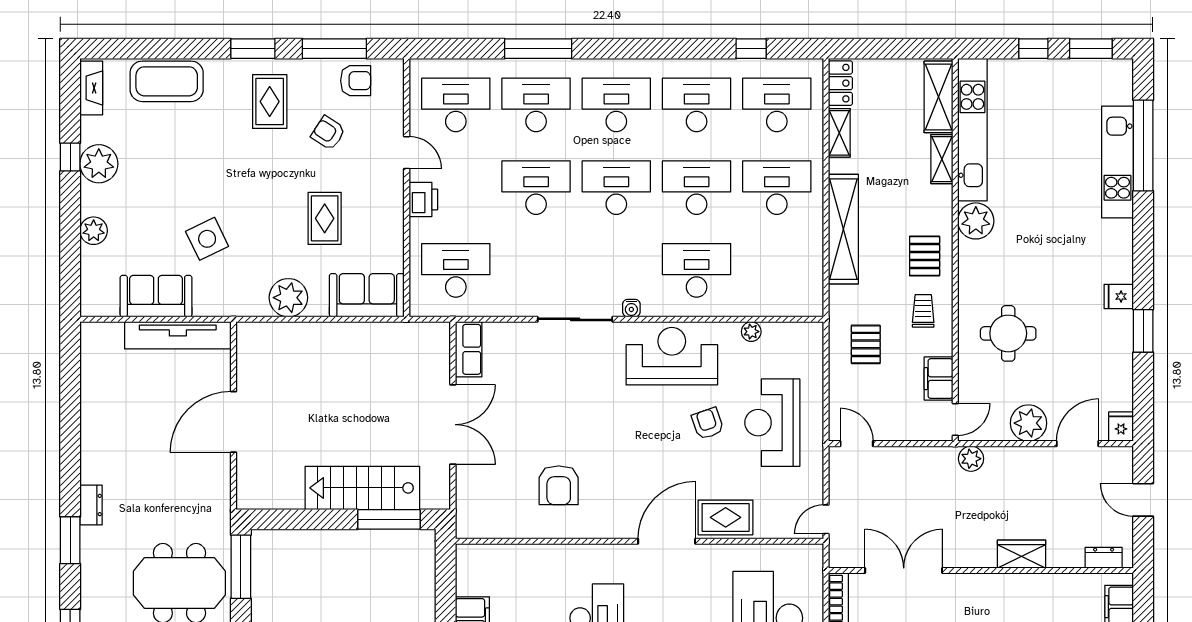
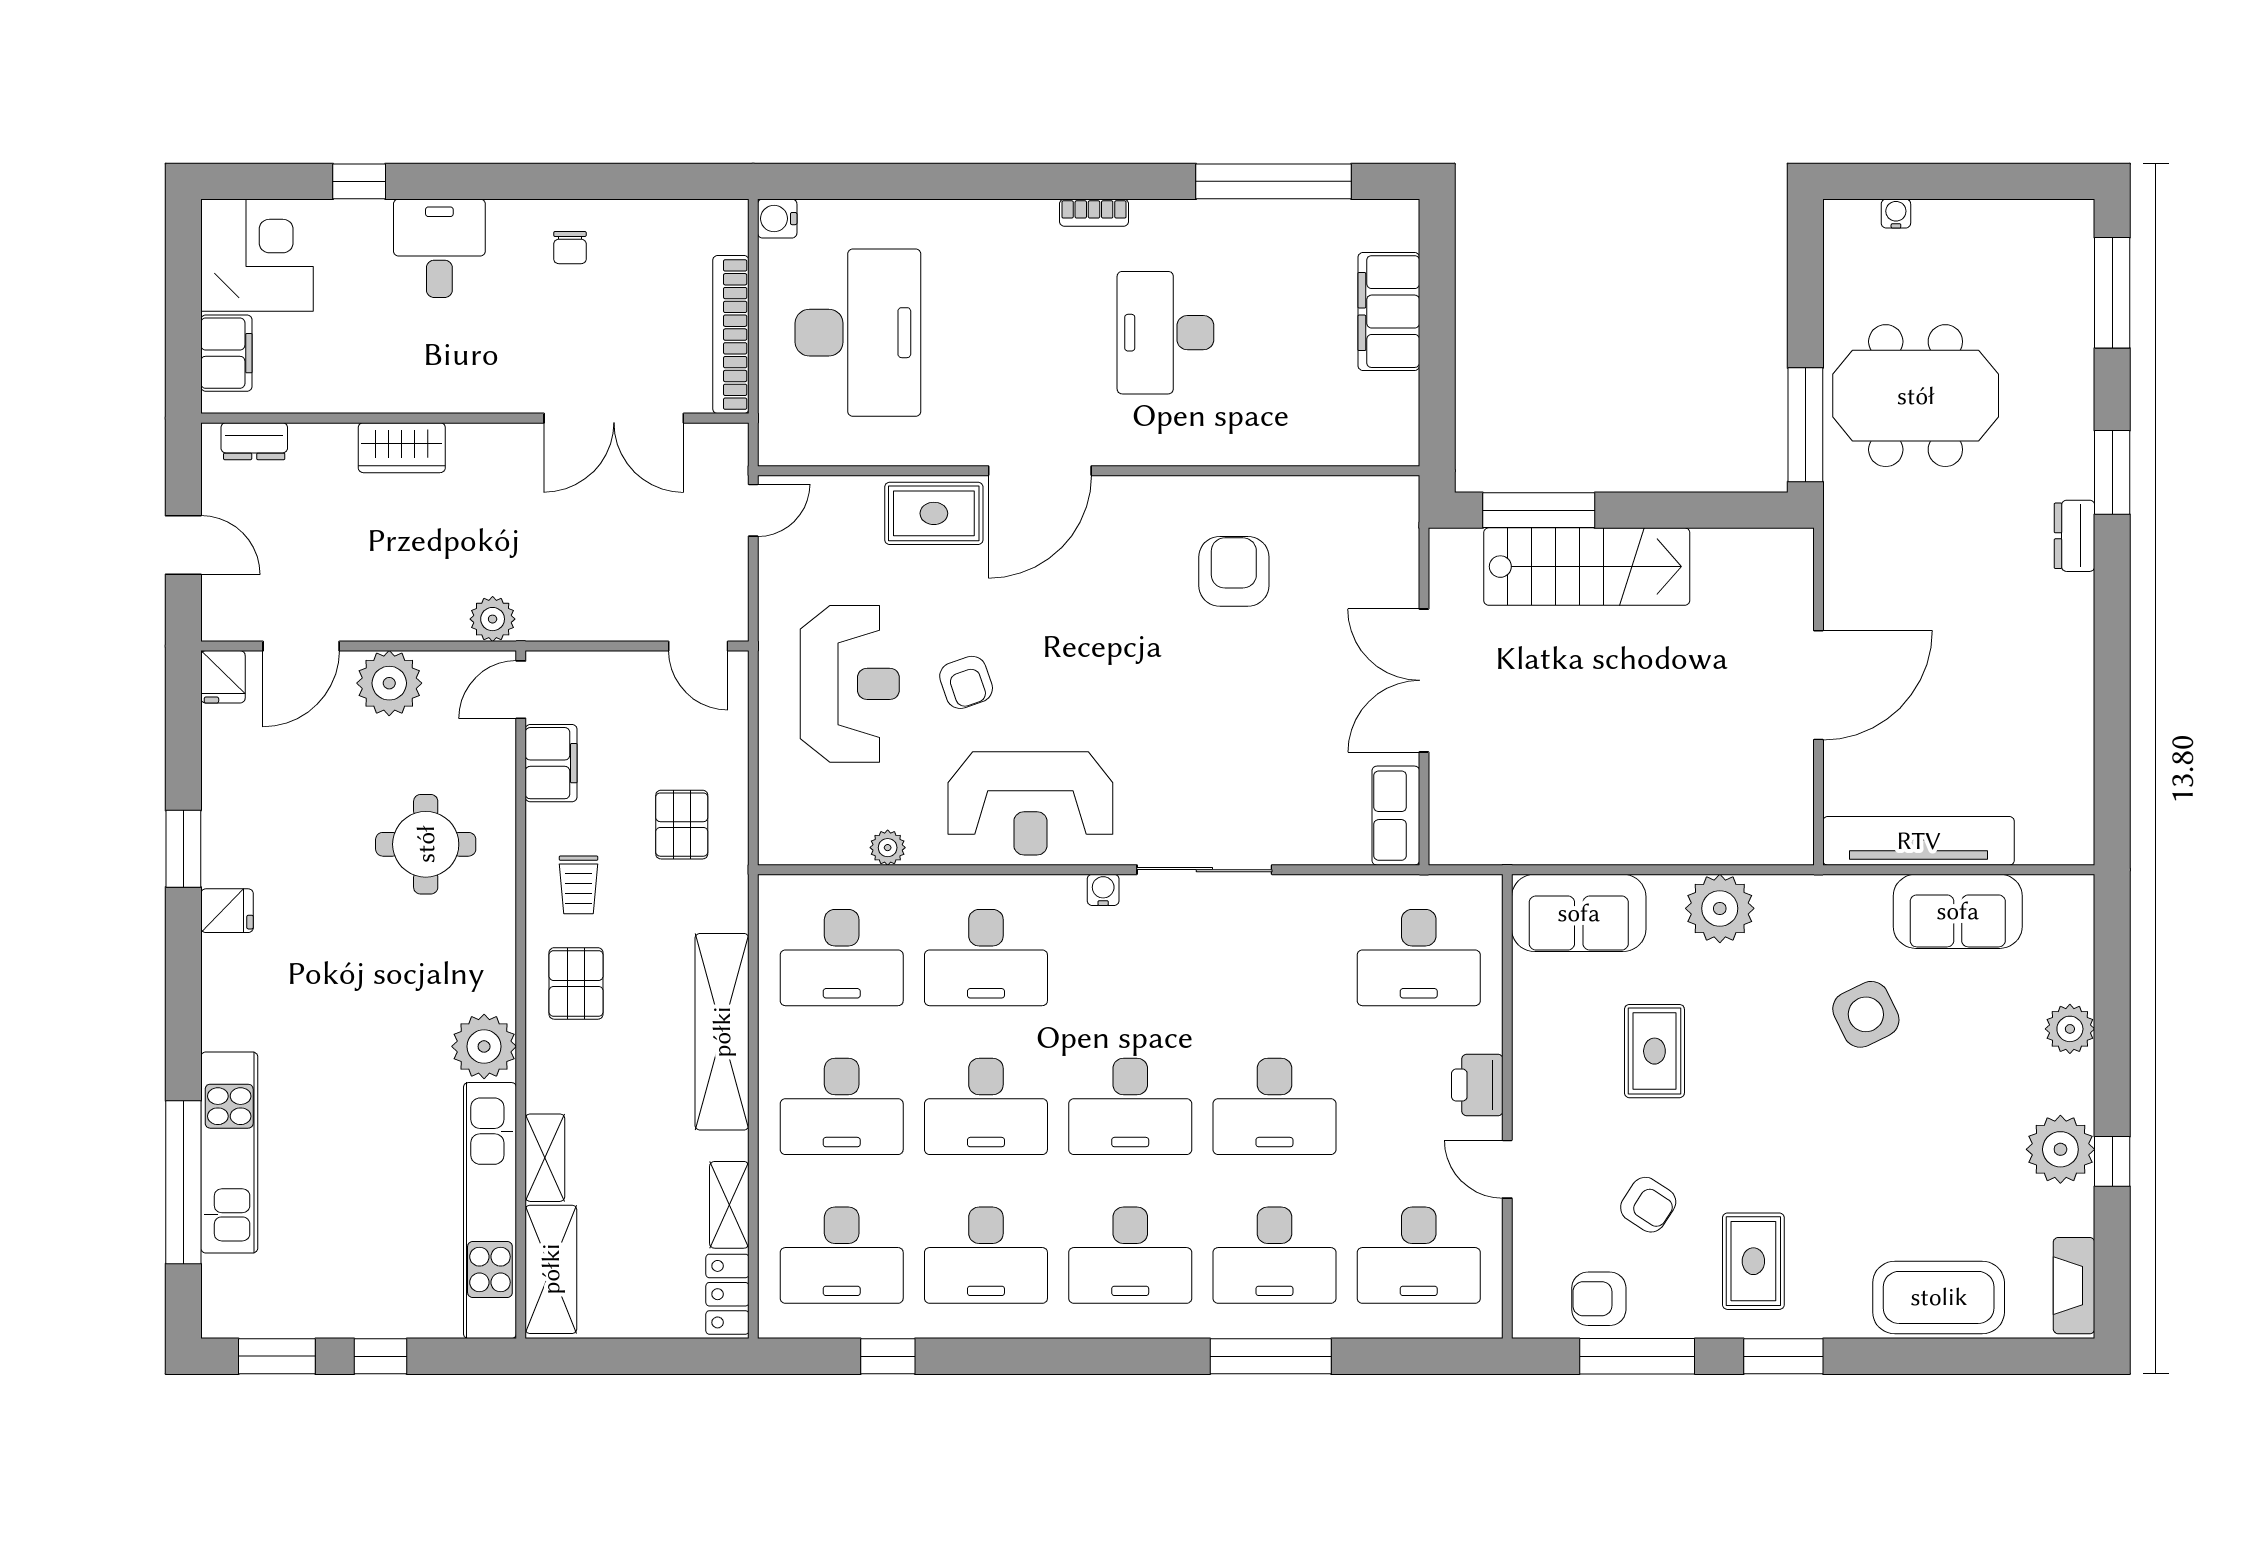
desk: (777, 270) -> (842, 958), added

